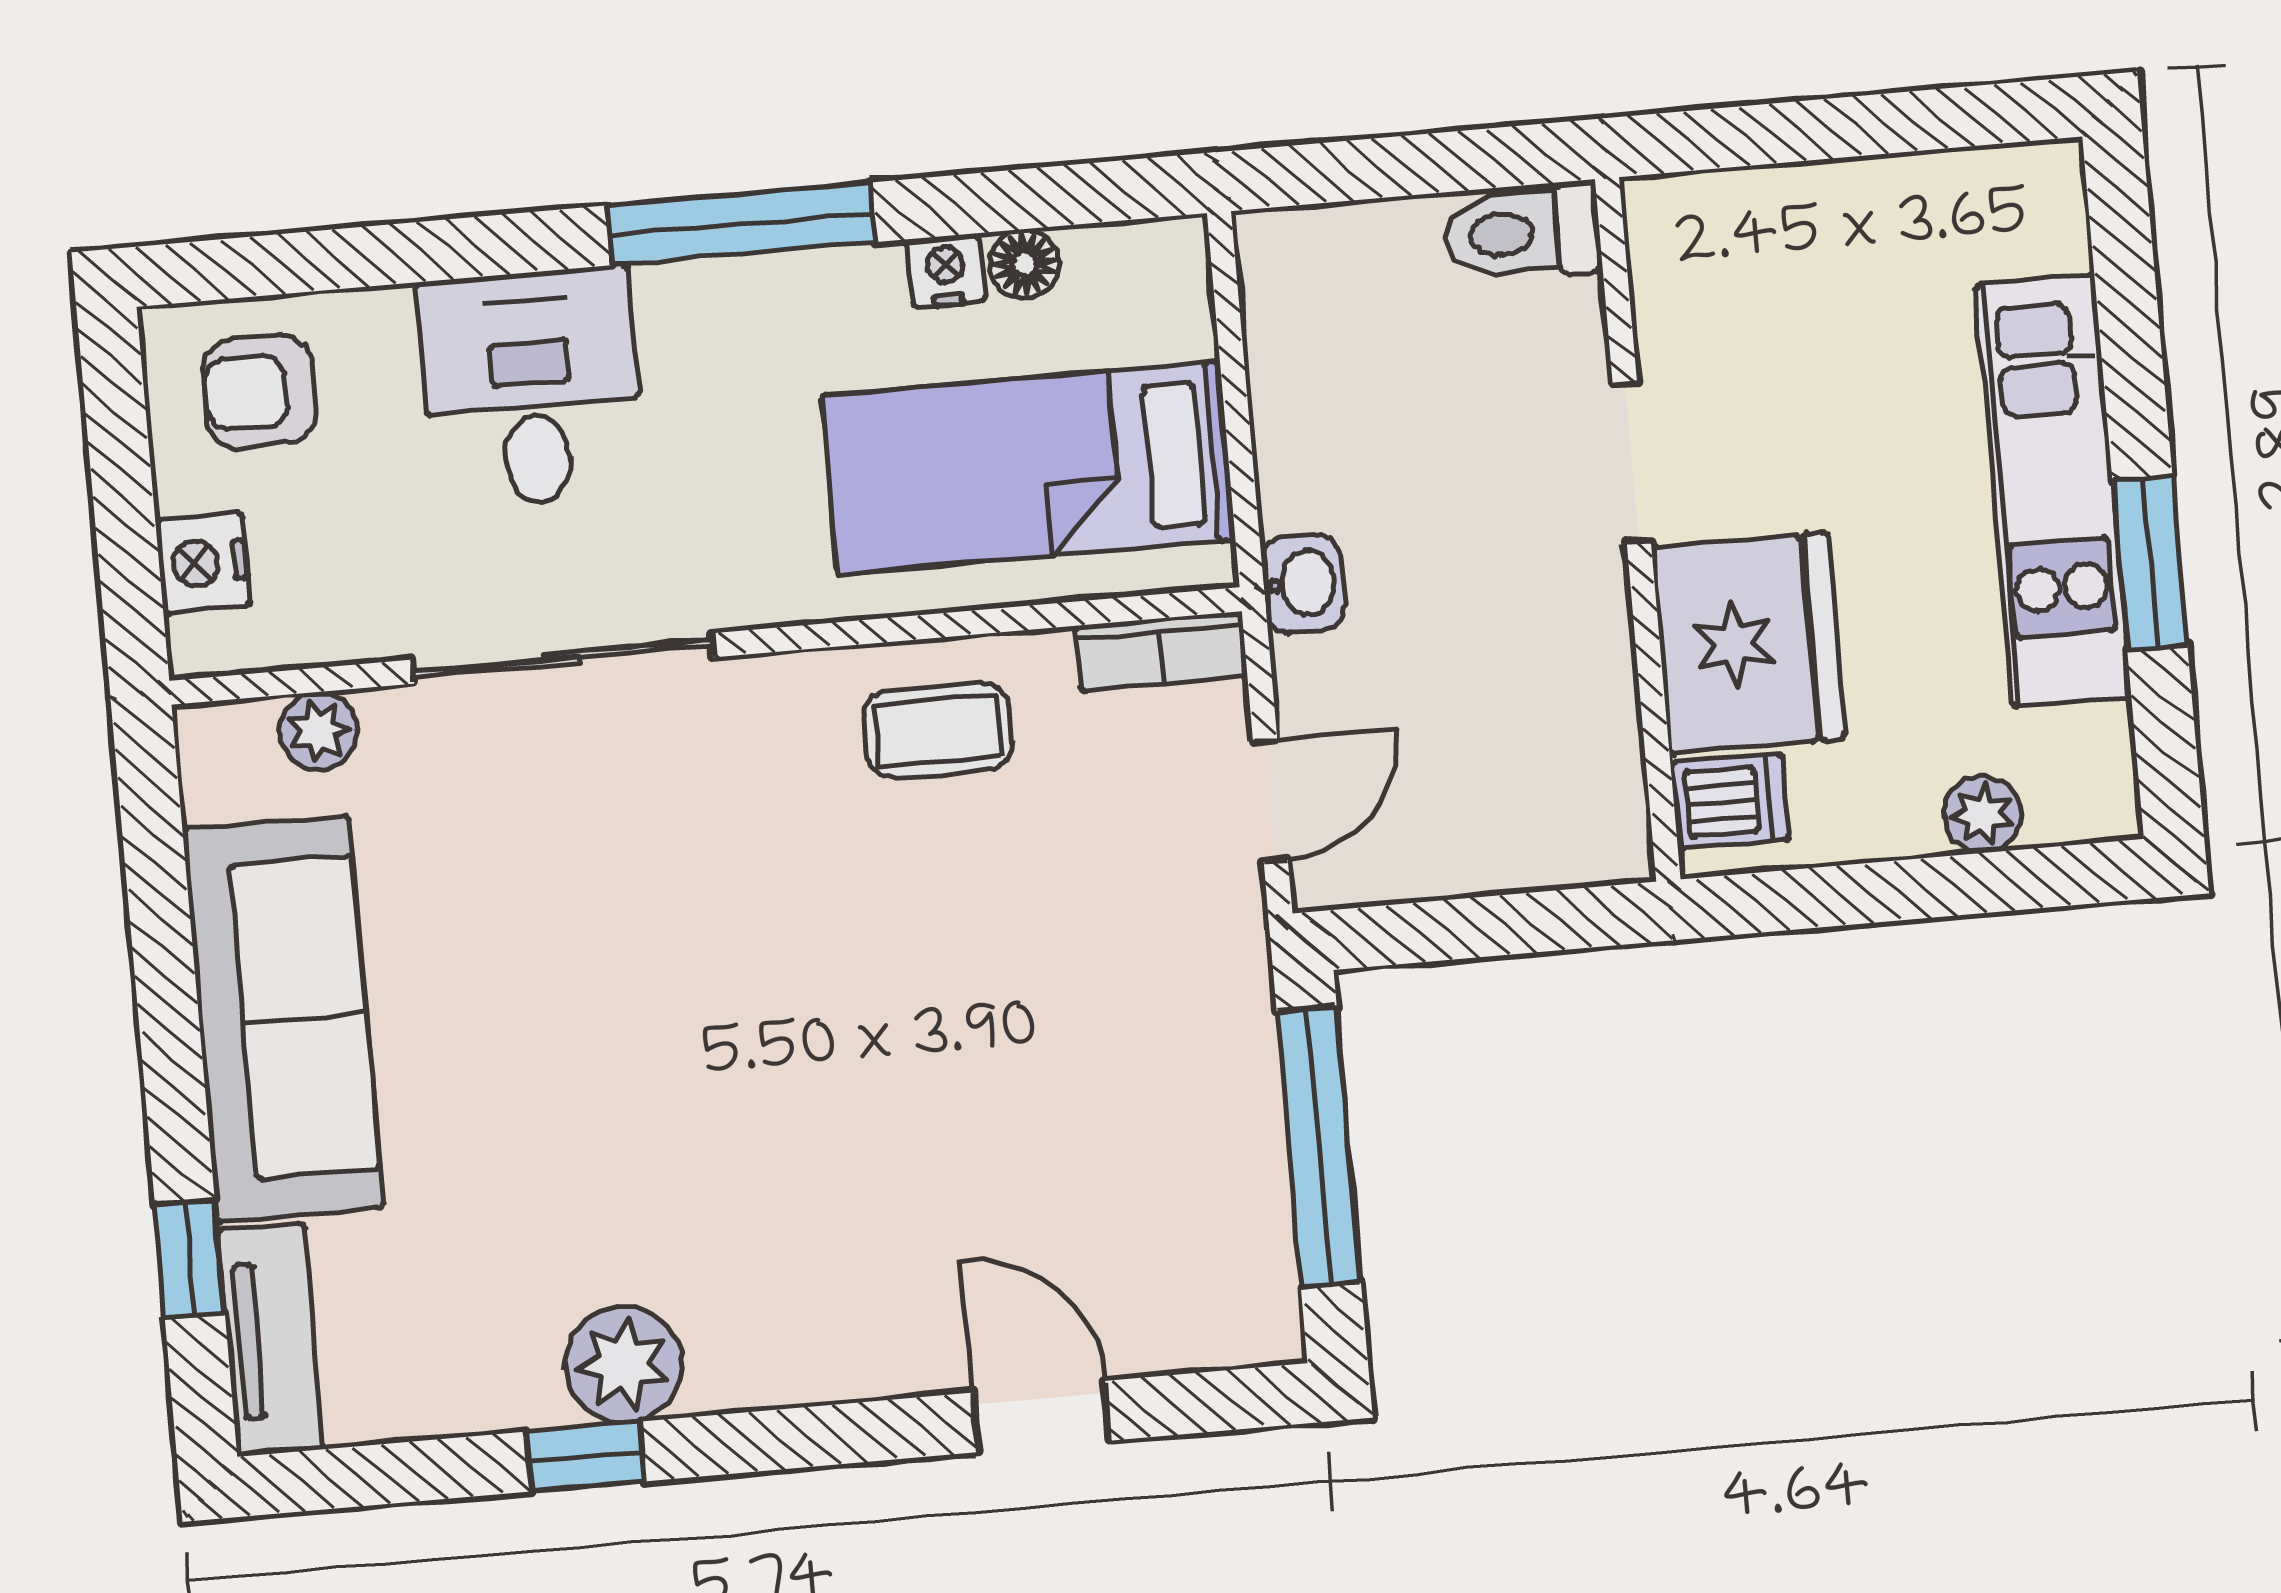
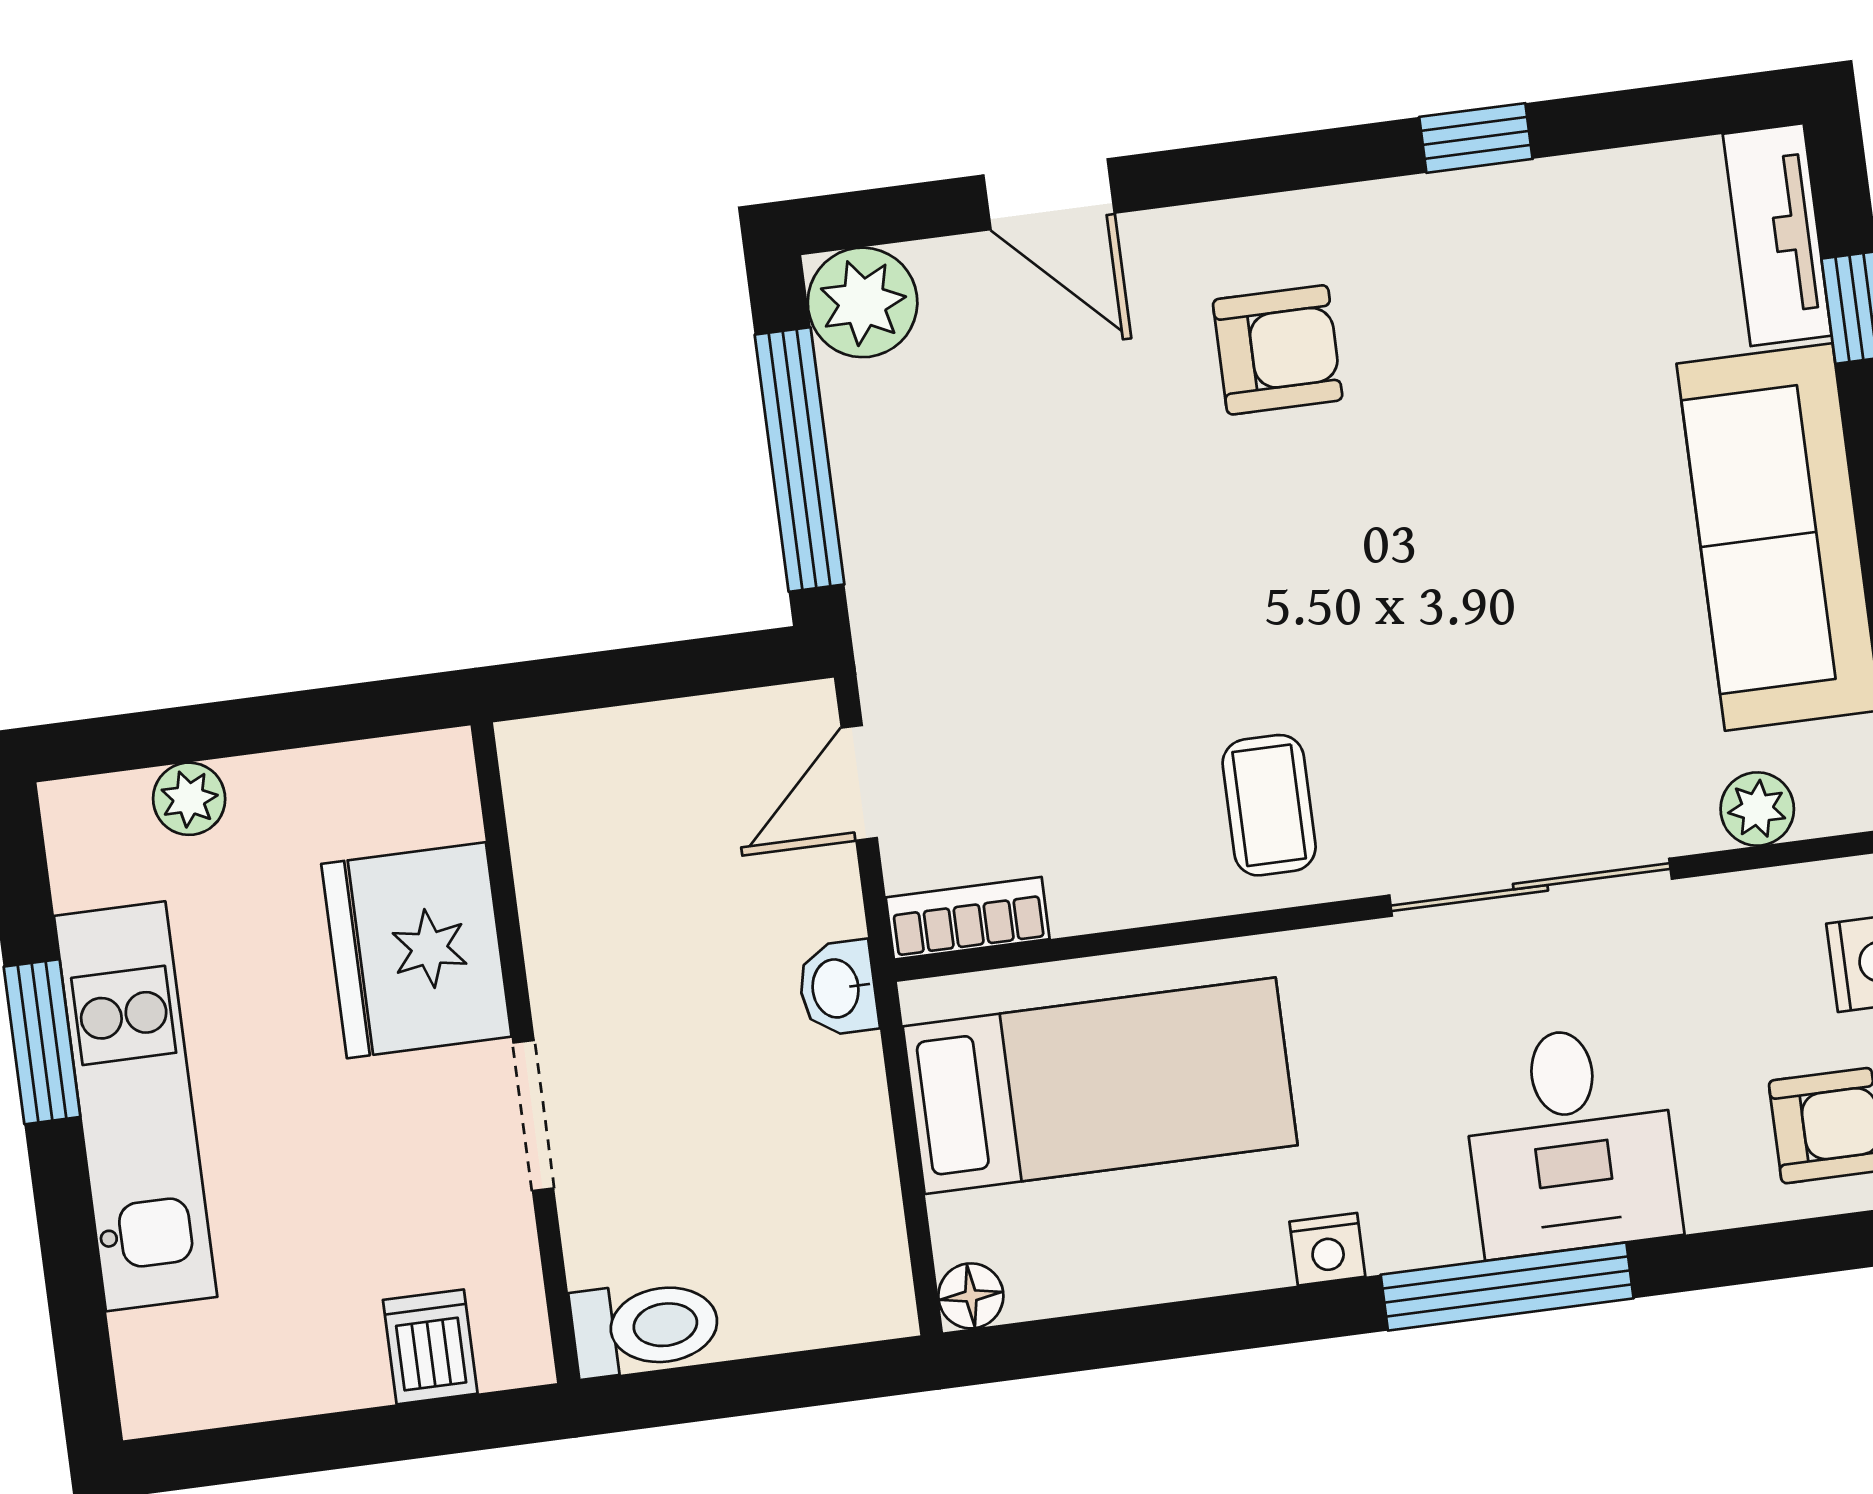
window: (741, 224) -> (1507, 1287), moved
floor lamp: (1024, 264) -> (971, 1296), moved
nightstand: (946, 270) -> (1327, 1249), moved
coffee table: (938, 730) -> (1269, 805), moved, turned 90
dishwasher: (1730, 801) -> (430, 1347), moved, turned 90
armchair: (806, 1241) -> (1278, 350), added
plant: (624, 1365) -> (863, 302), moved

